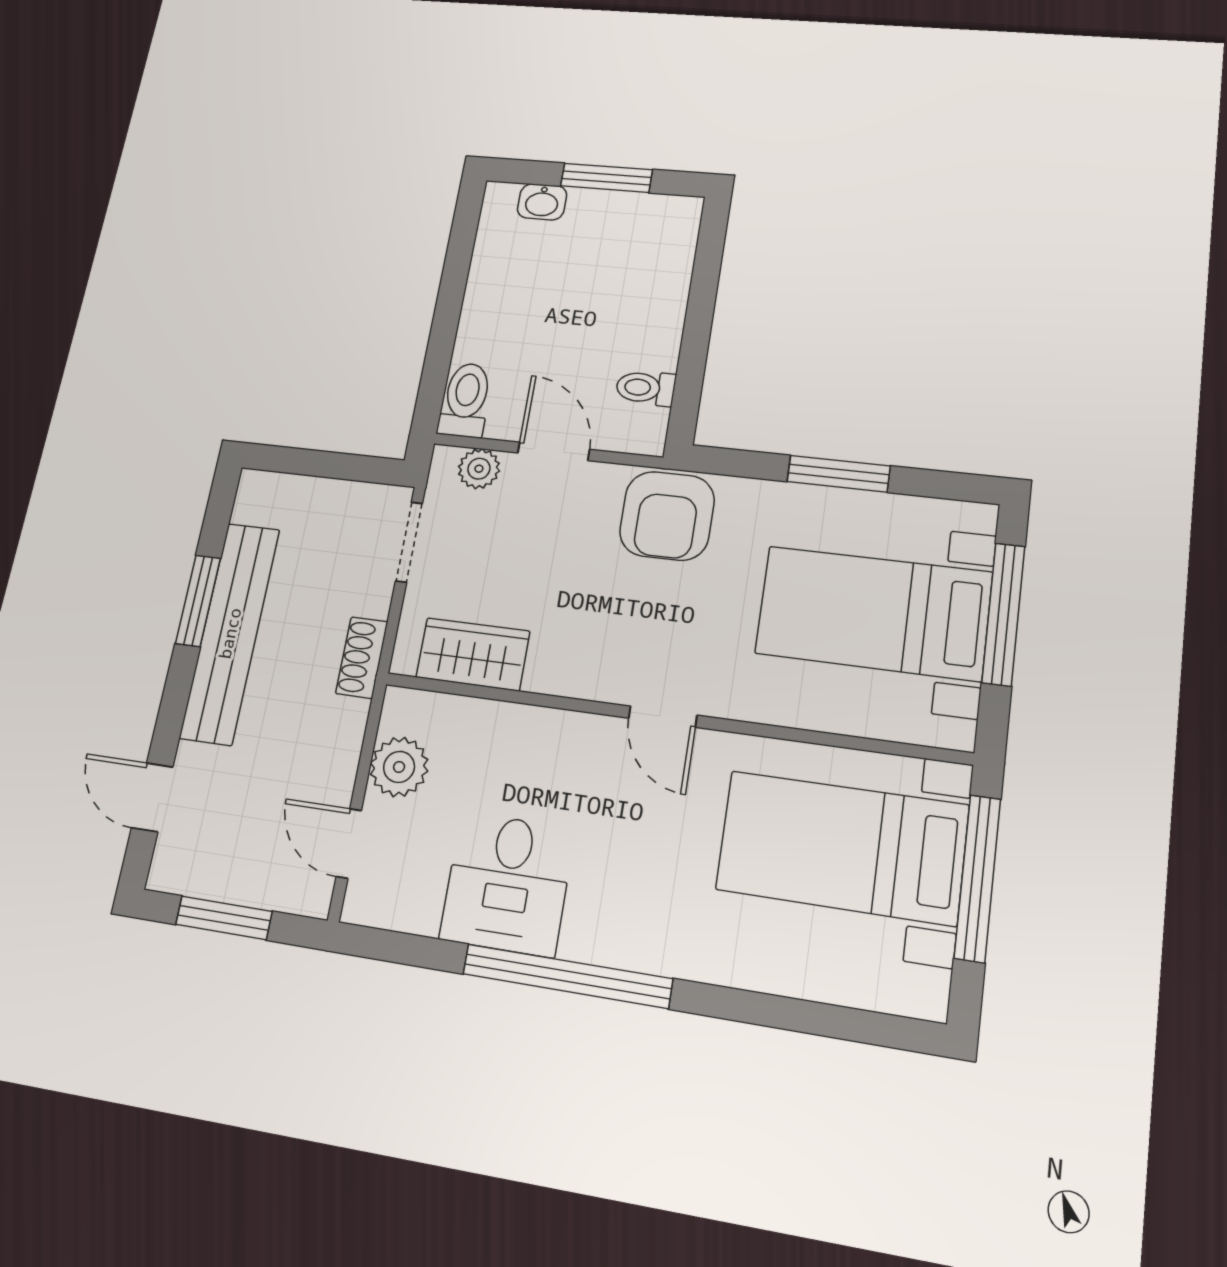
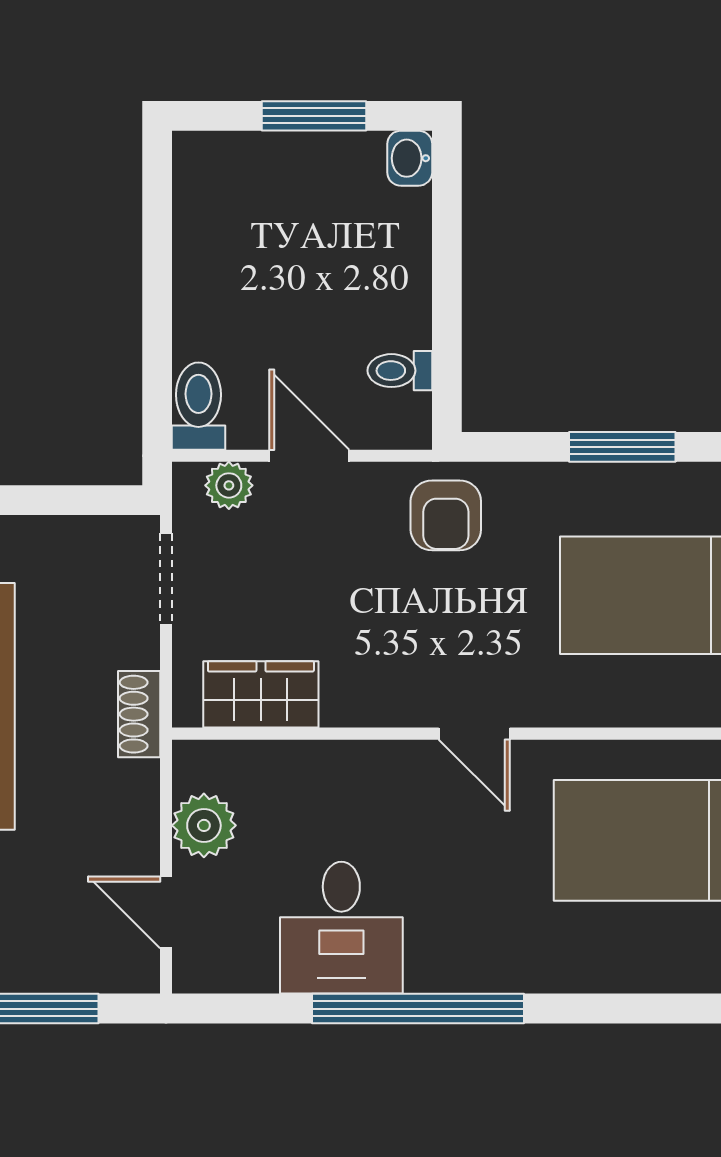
washbasin: (542, 202) -> (410, 158), moved, turned 90
armchair: (667, 516) -> (446, 515), width x0.72, depth x0.72

